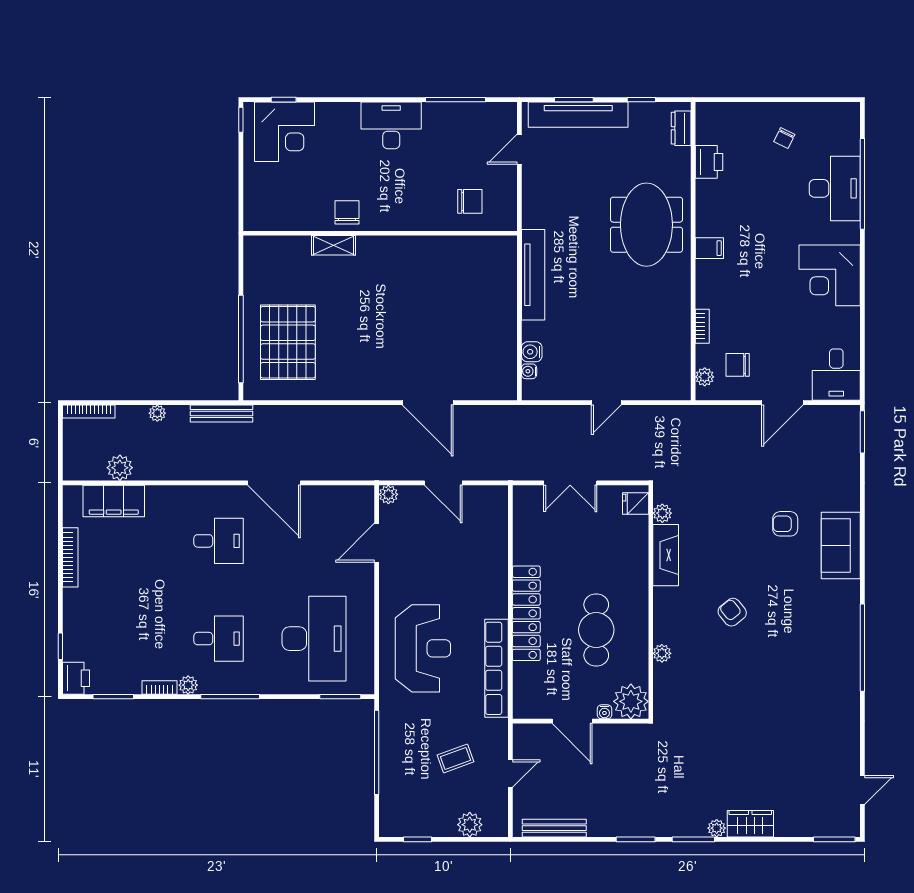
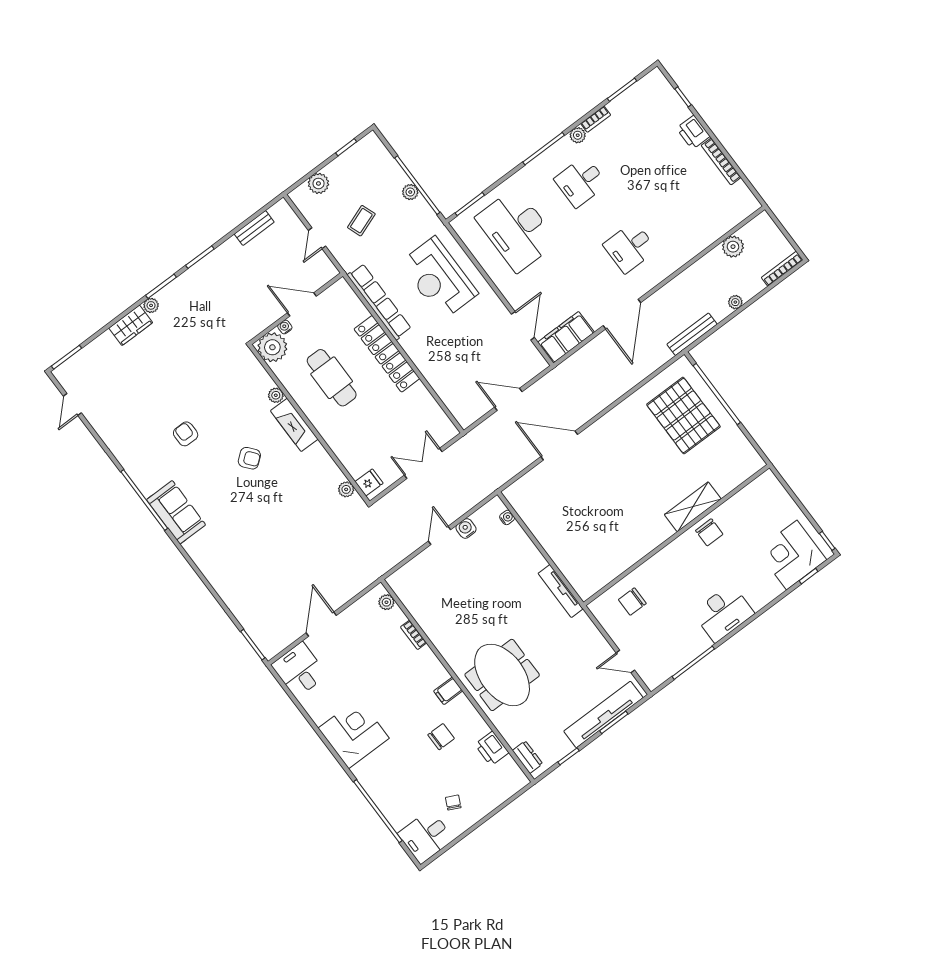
door: (519, 149) -> (625, 662), swing flipped
desk: (835, 188) -> (426, 836), moved, width x0.73
shelving: (334, 245) -> (693, 507), width x1.50, depth x1.33
tv unit: (533, 275) -> (561, 591), width x0.73, depth x0.78
water cooler: (532, 352) -> (466, 528), moved, turned -90
chair: (738, 365) -> (441, 737), moved
door: (274, 483) -> (622, 314), swing flipped
plant: (388, 494) -> (410, 192), moved
filing cabinet: (114, 501) -> (566, 337), moved
armchair: (785, 524) -> (186, 434), moved, turned -90
sofa: (841, 546) -> (176, 512), moved
fireplace: (666, 555) -> (294, 425), moved
printer: (76, 678) -> (693, 132), moved
bench: (554, 828) -> (254, 228), width x0.73

